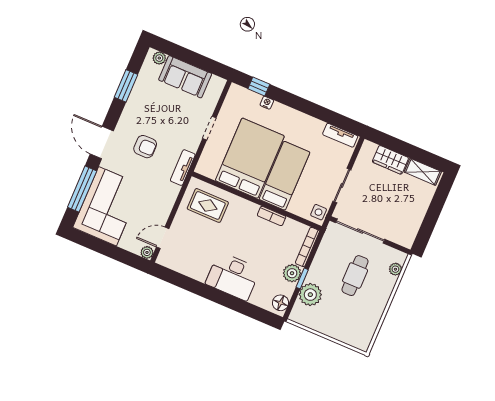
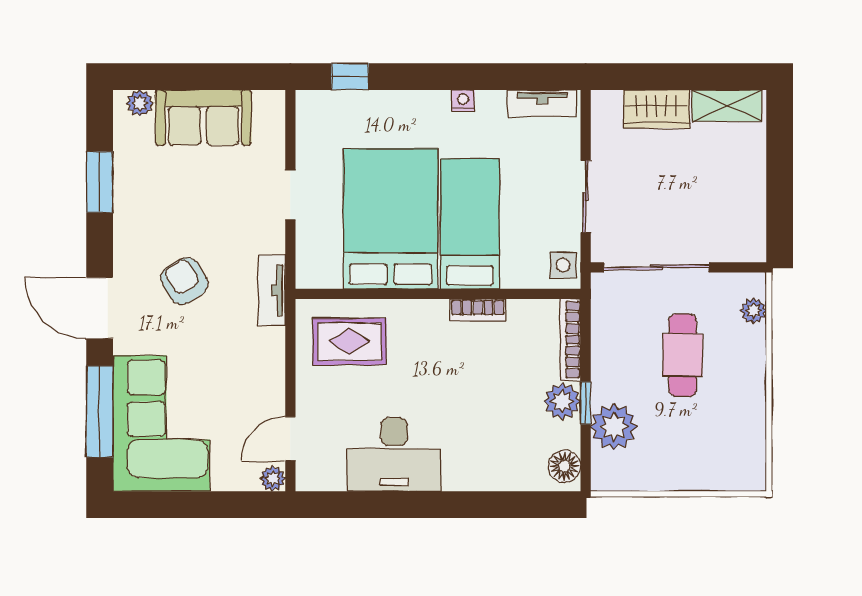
nightstand: (267, 103) -> (463, 101), moved
armchair: (145, 147) -> (184, 281), turned -122
desk: (233, 276) -> (394, 454), moved

